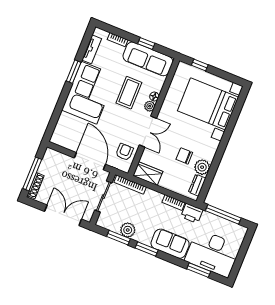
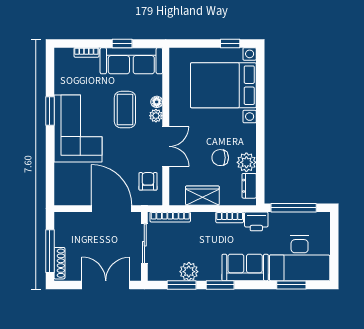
tv unit: (92, 49) -> (61, 76), removed
window: (200, 65) -> (230, 43), moved
wardrobe: (148, 174) -> (202, 196), moved

